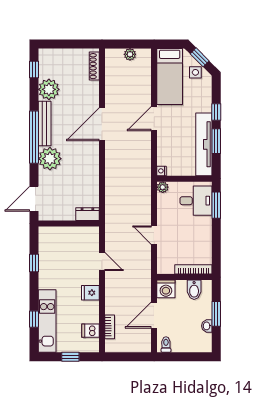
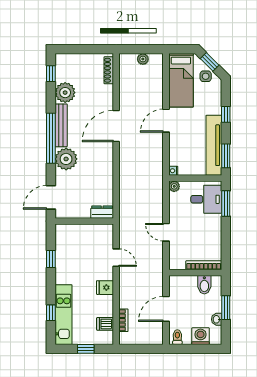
window: (216, 141) -> (226, 156), moved
washing machine: (166, 289) -> (201, 336), moved, turned 180

